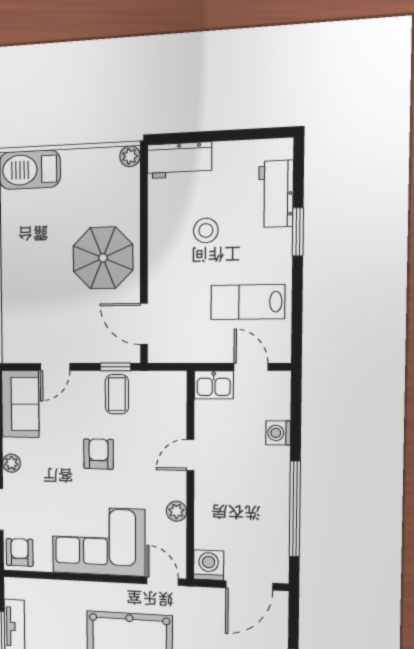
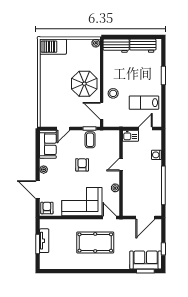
workbench: (276, 194) -> (143, 46), moved, turned -90
stool: (206, 230) -> (113, 93), moved
door: (251, 367) -> (145, 128), hinge flipped
washing machine: (209, 565) -> (129, 210), removed

